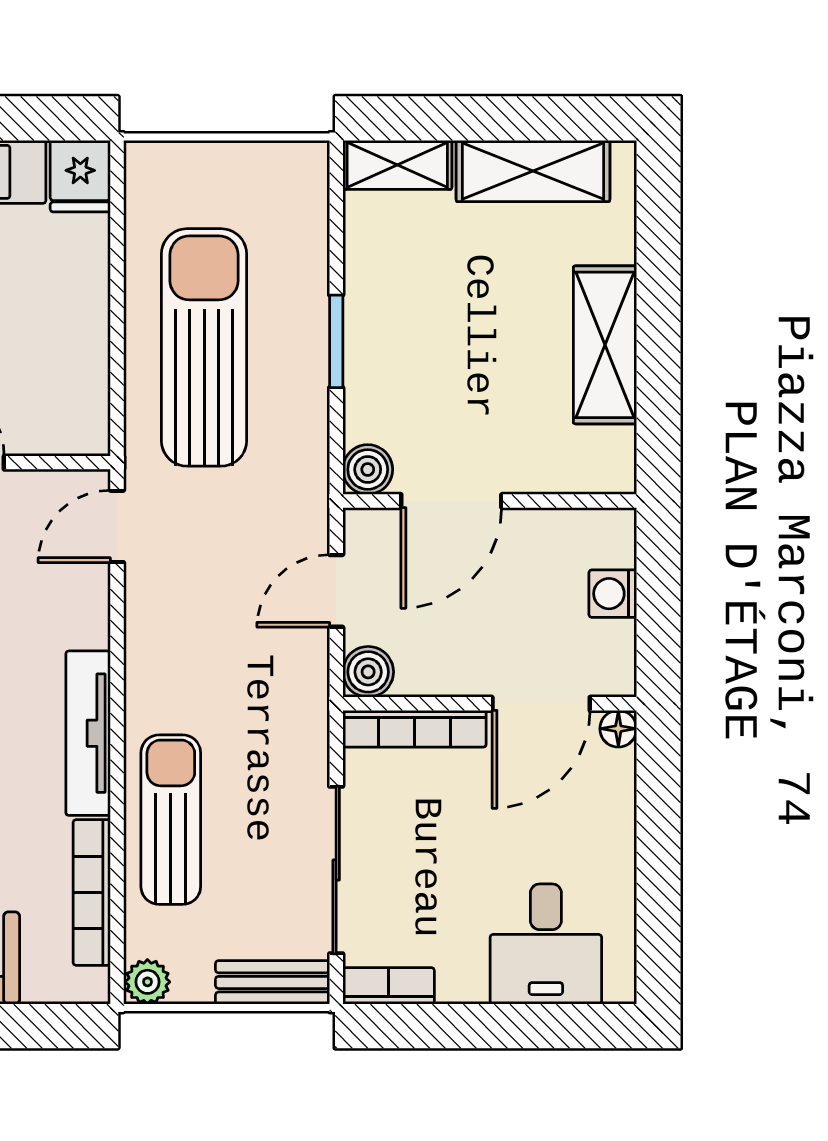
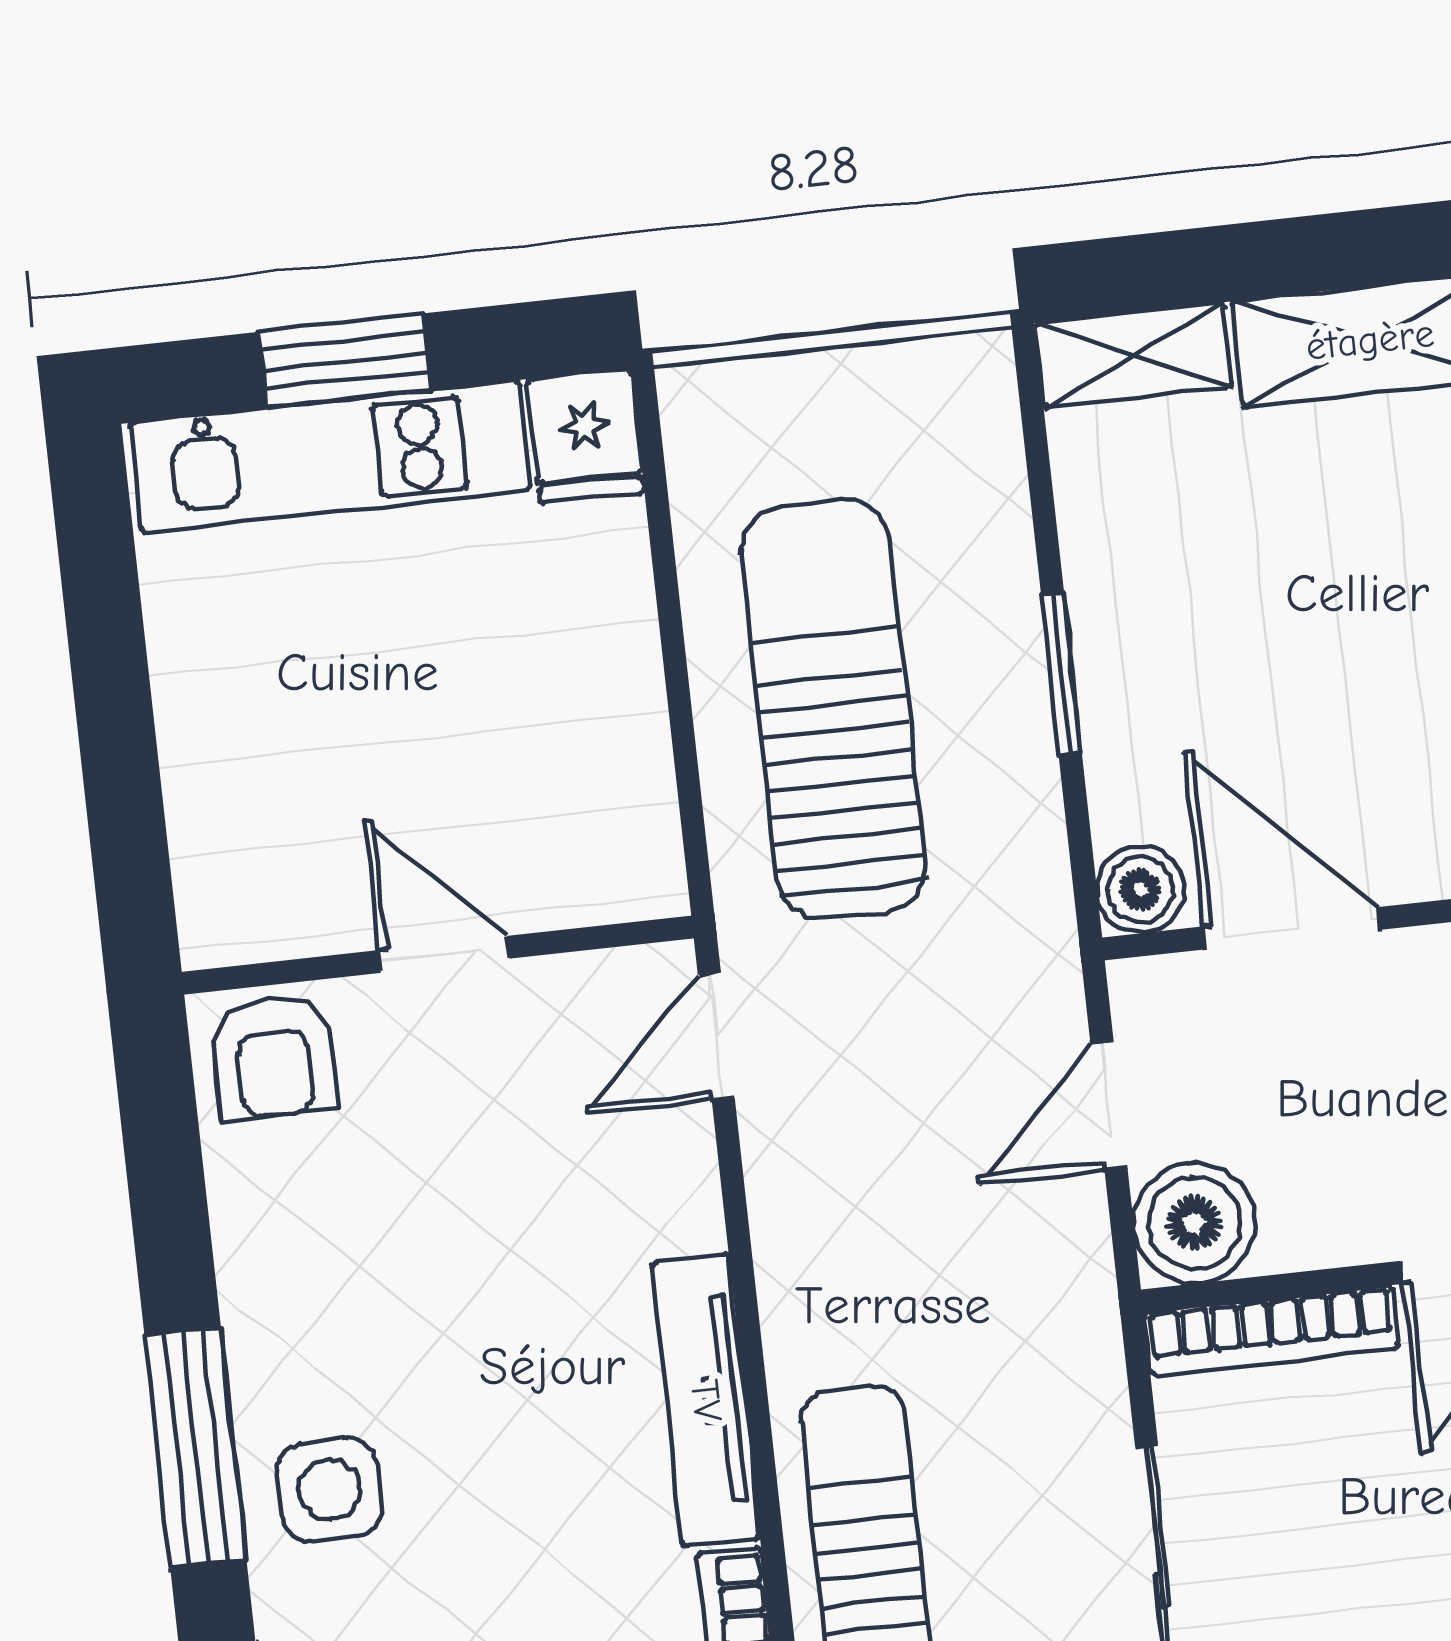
door: (451, 501) -> (1292, 928), swing flipped
boiler: (368, 672) -> (1194, 1223), width x1.36, depth x1.36

